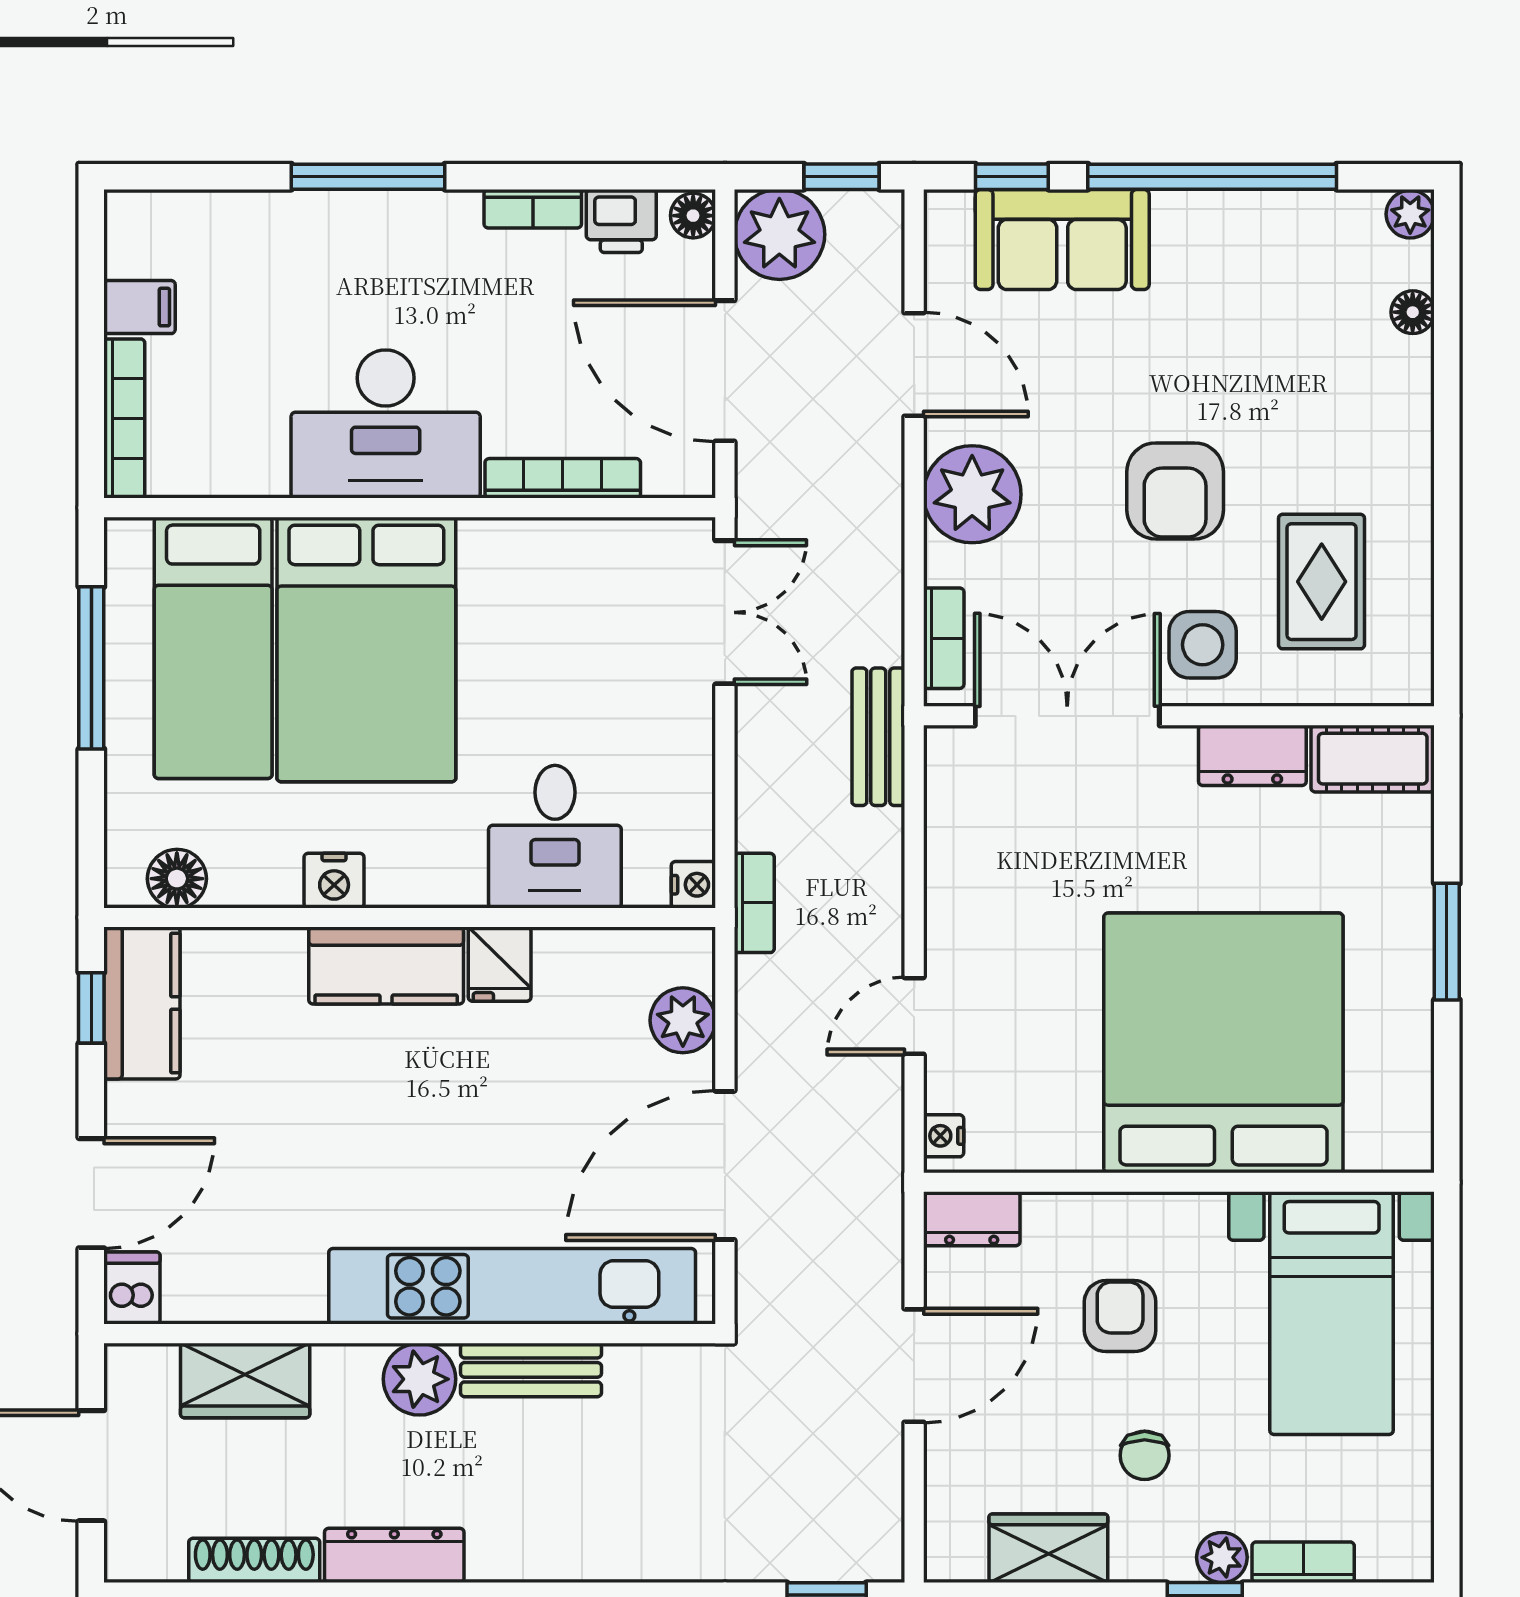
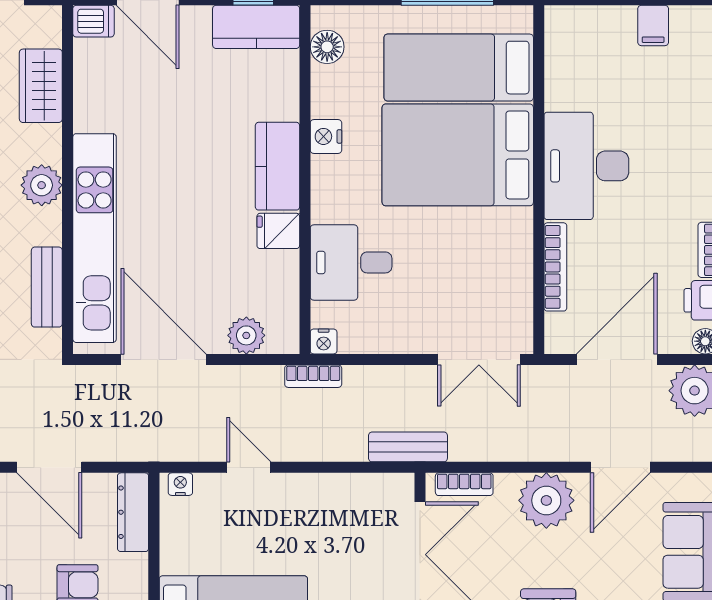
bookcase: (124, 418) -> (590, 17), removed
dresser: (972, 1219) -> (133, 512), width x1.44
bench: (531, 1370) -> (47, 287), moved

